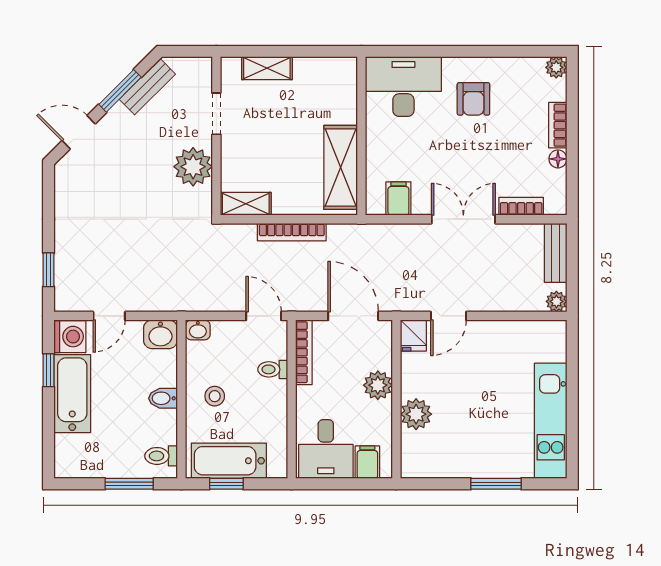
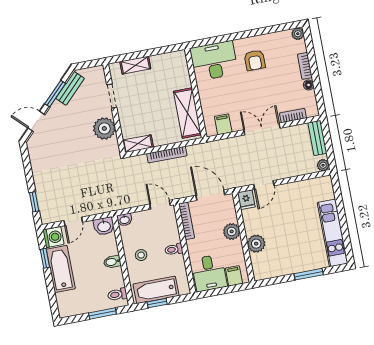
toilet: (273, 369) -> (174, 249), moved

